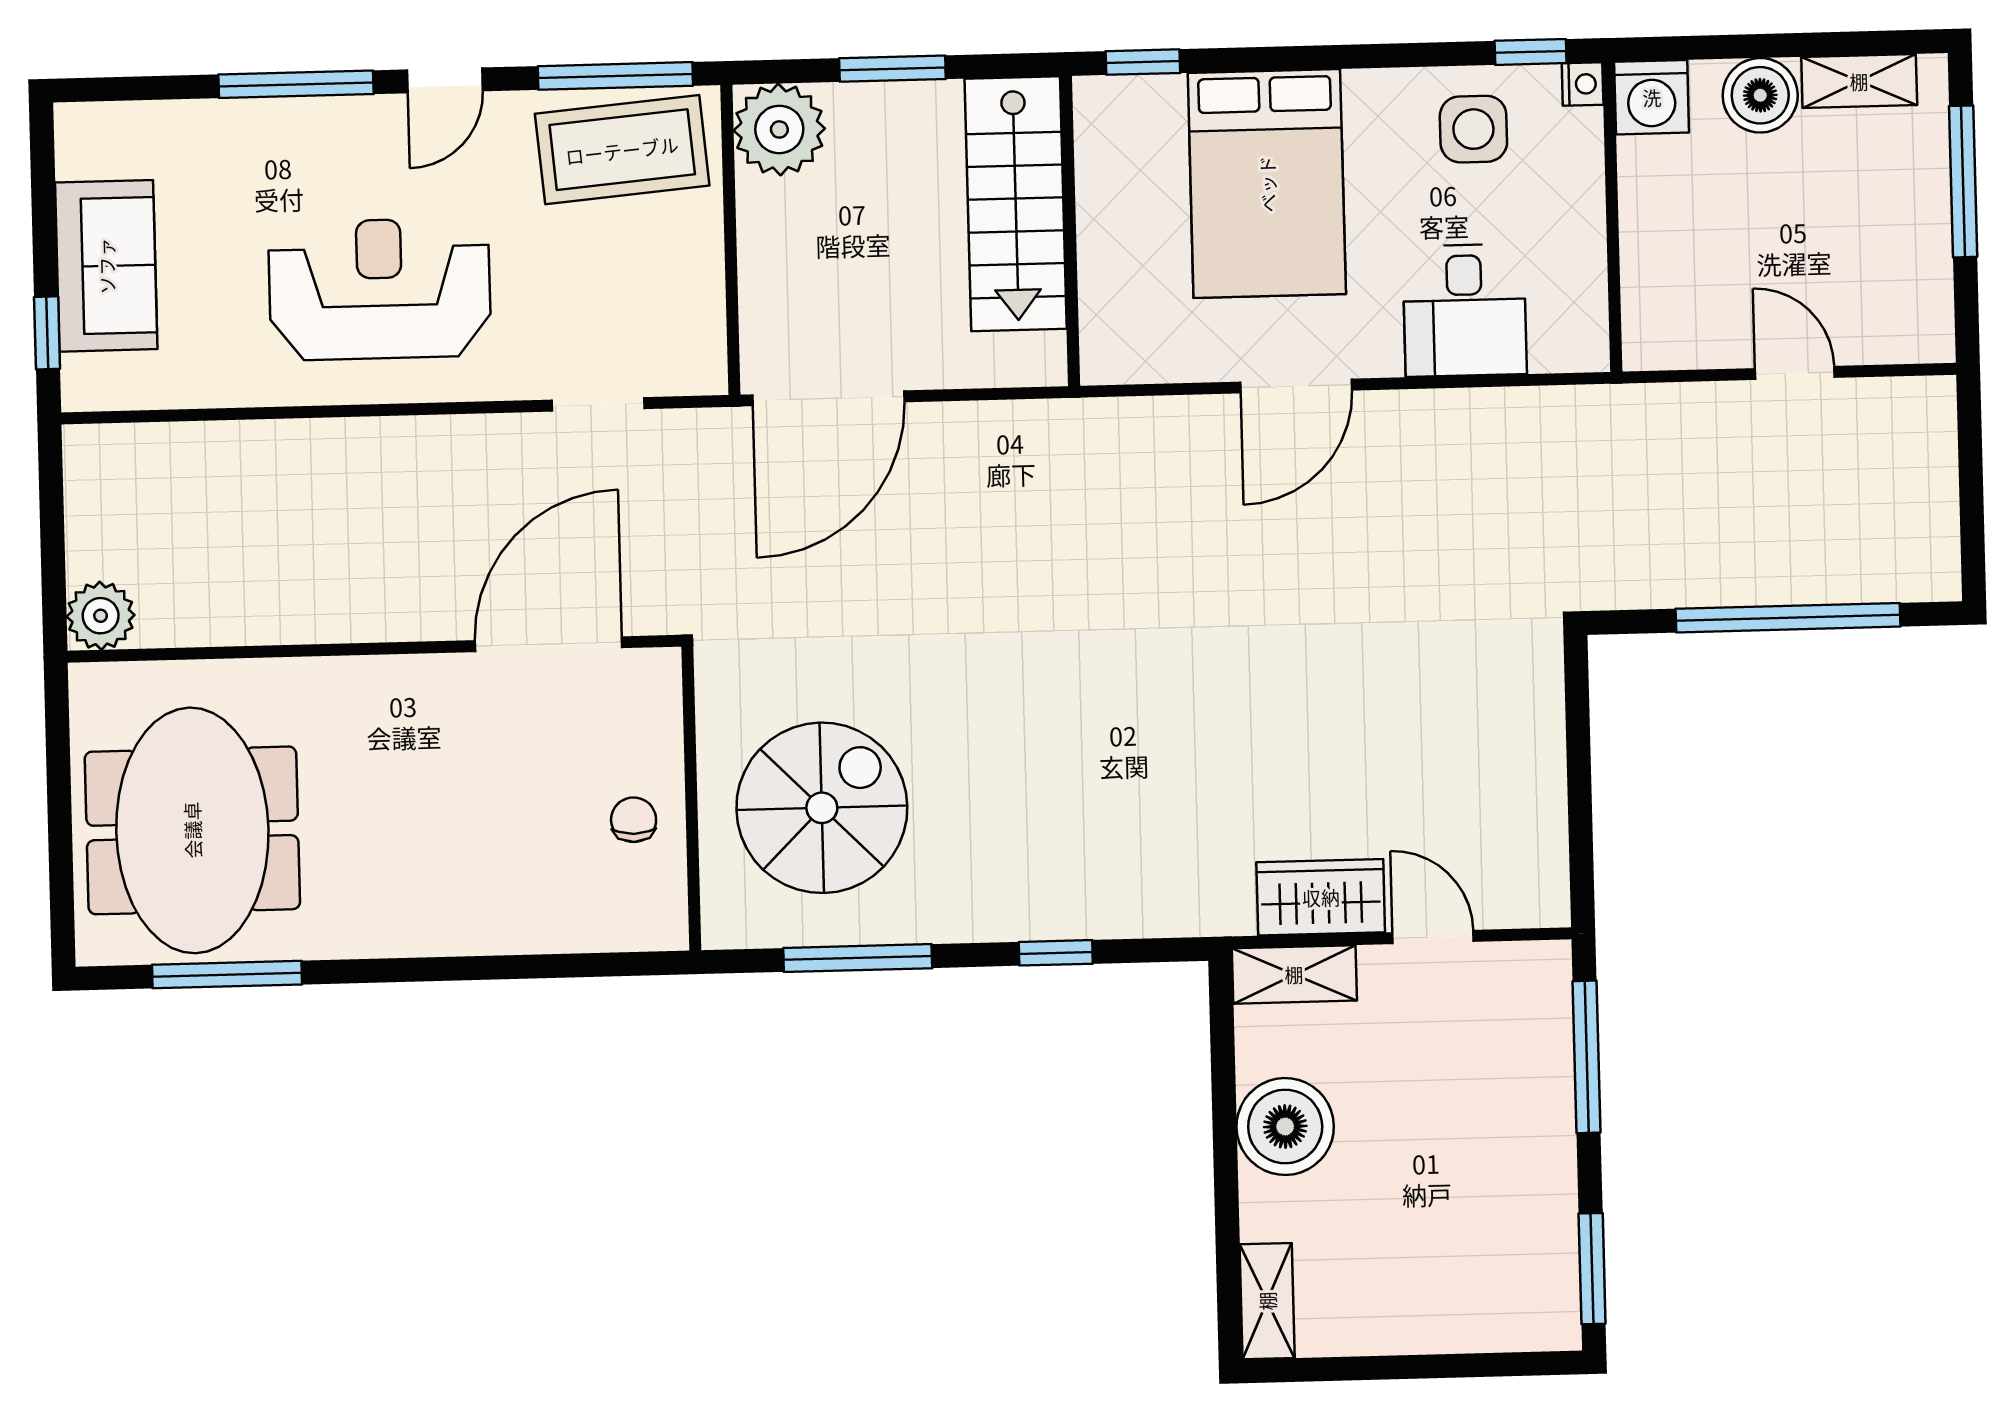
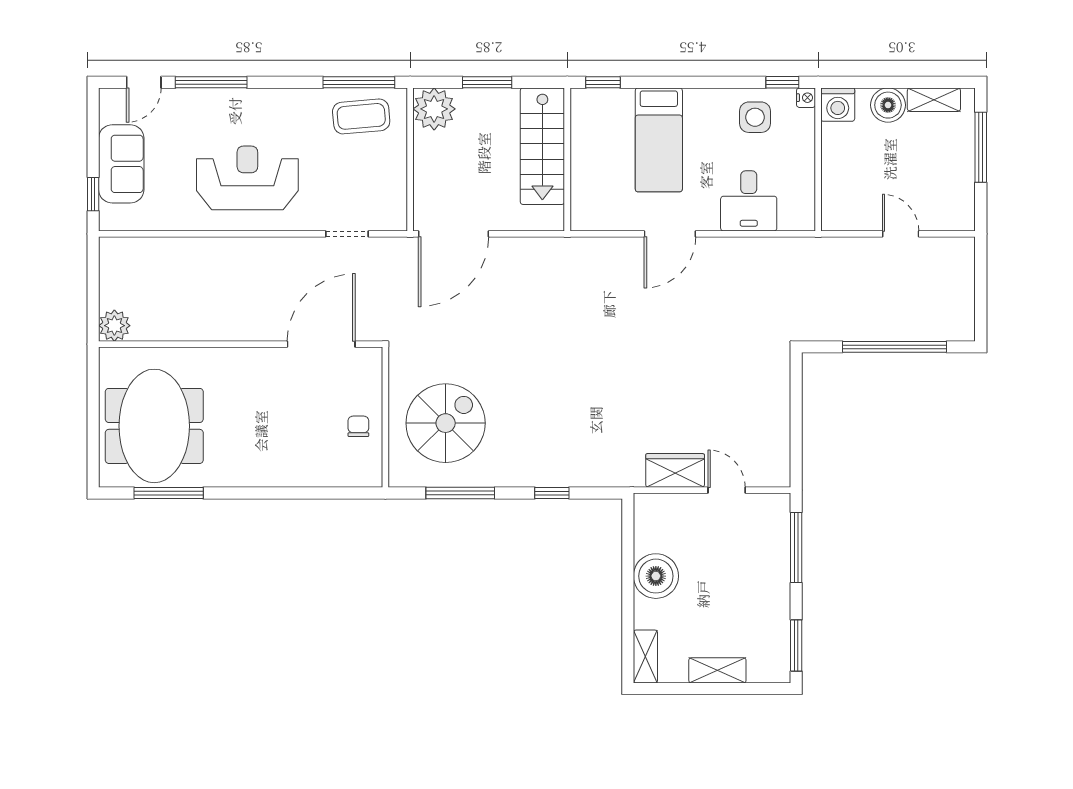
door: (445, 80) -> (144, 82), moved
coffee table: (622, 150) -> (361, 116), width x0.73, depth x0.76
bed: (1267, 184) -> (659, 140), width x0.67
shelving: (1294, 974) -> (717, 670), moved

